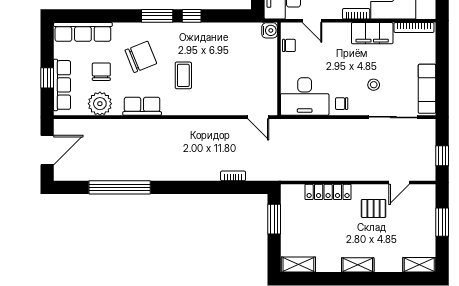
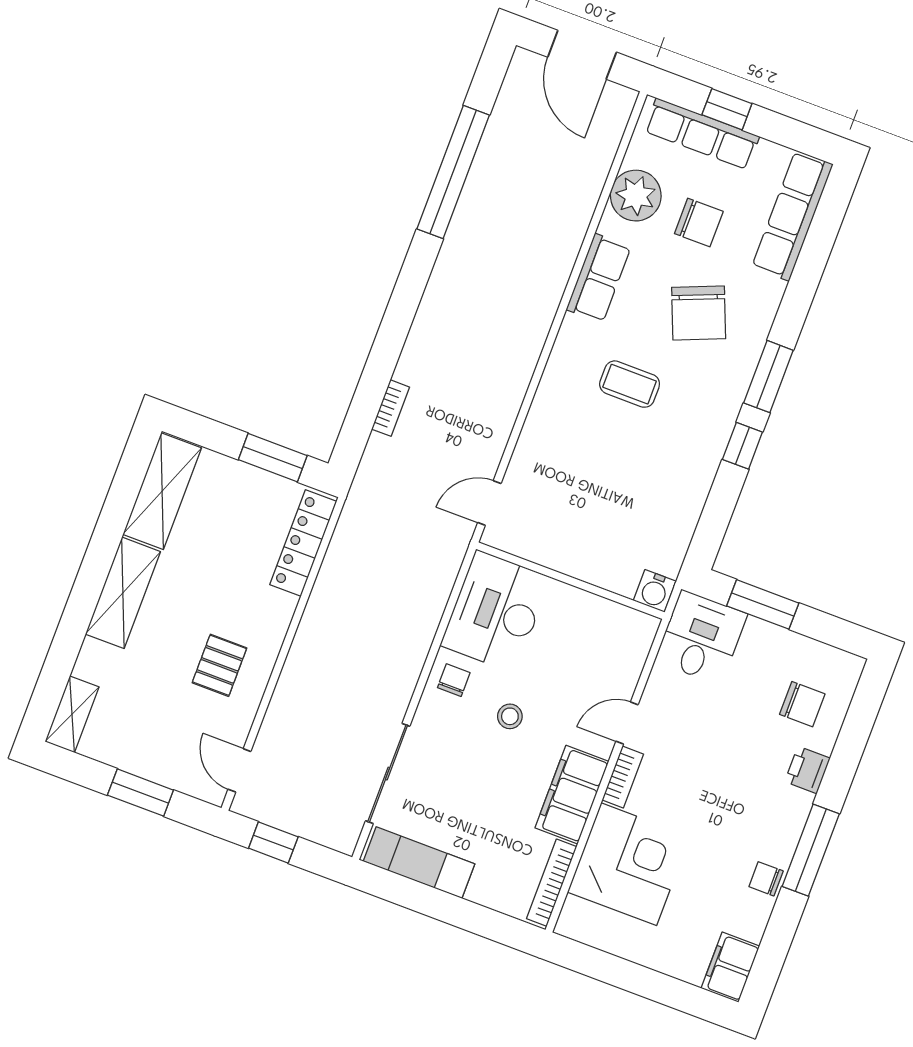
door: (312, 21) -> (627, 723), moved
chair: (289, 45) -> (610, 618), removed
stool: (374, 85) -> (510, 716), moved
door: (399, 182) -> (239, 770), moved
locker: (328, 192) -> (303, 543), moved
shelving: (298, 265) -> (162, 491), width x1.50, depth x1.33
shelving: (358, 265) -> (123, 593), width x1.50, depth x1.33

